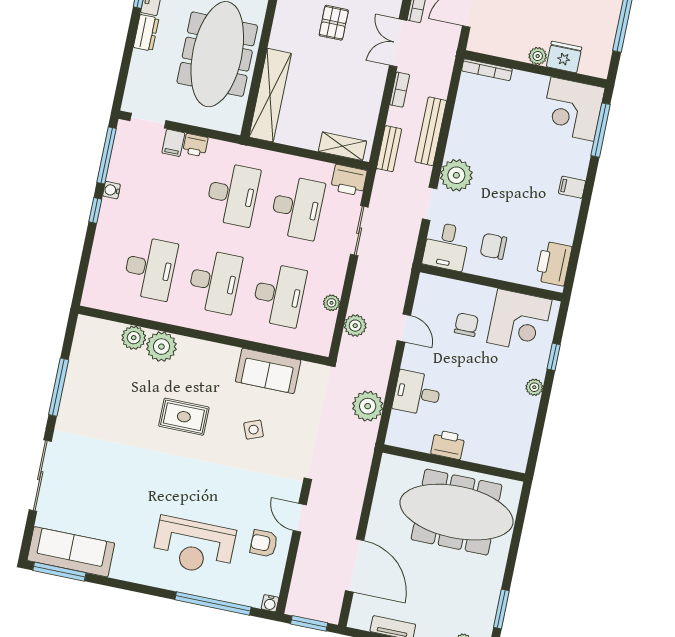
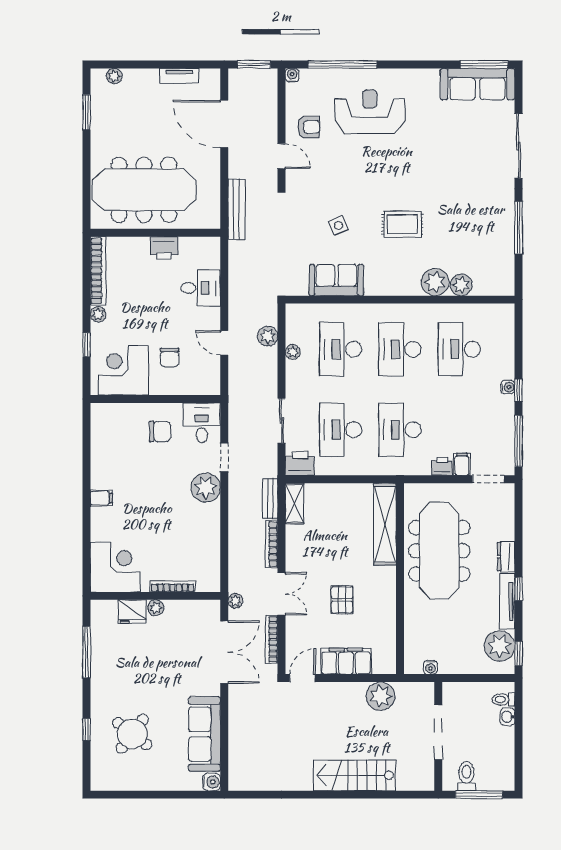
bookcase: (487, 70) -> (173, 586), moved
bookcase: (400, 90) -> (272, 544), width x1.56
window: (601, 130) -> (87, 554), removed
bench: (431, 131) -> (236, 209), moved
shelving: (342, 146) -> (295, 503), moved, turned 90
water cooler: (112, 190) -> (508, 387), moved
printer: (554, 264) -> (104, 427), removed
plant: (368, 406) -> (235, 601), moved, width x0.53, depth x0.53
bookcase: (524, 434) -> (98, 271), added

